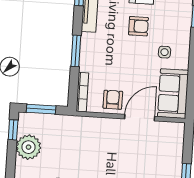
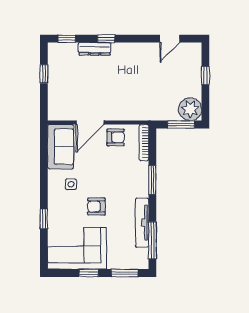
armchair: (113, 100) -> (116, 137), turned -90
window: (13, 130) -> (205, 76), moved
plant: (29, 147) -> (190, 109), moved

